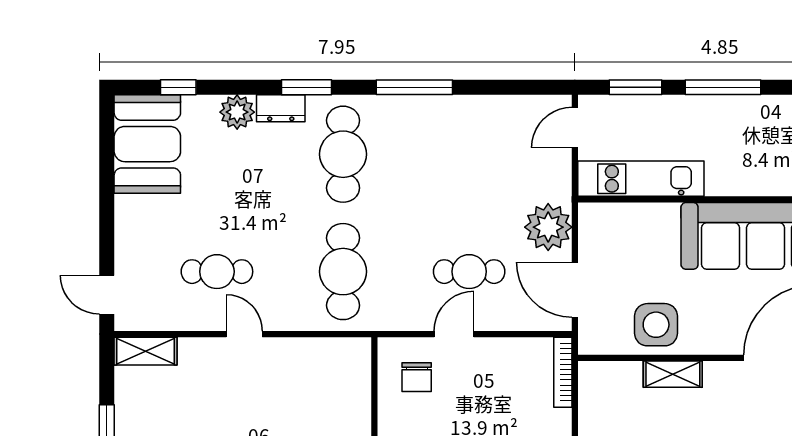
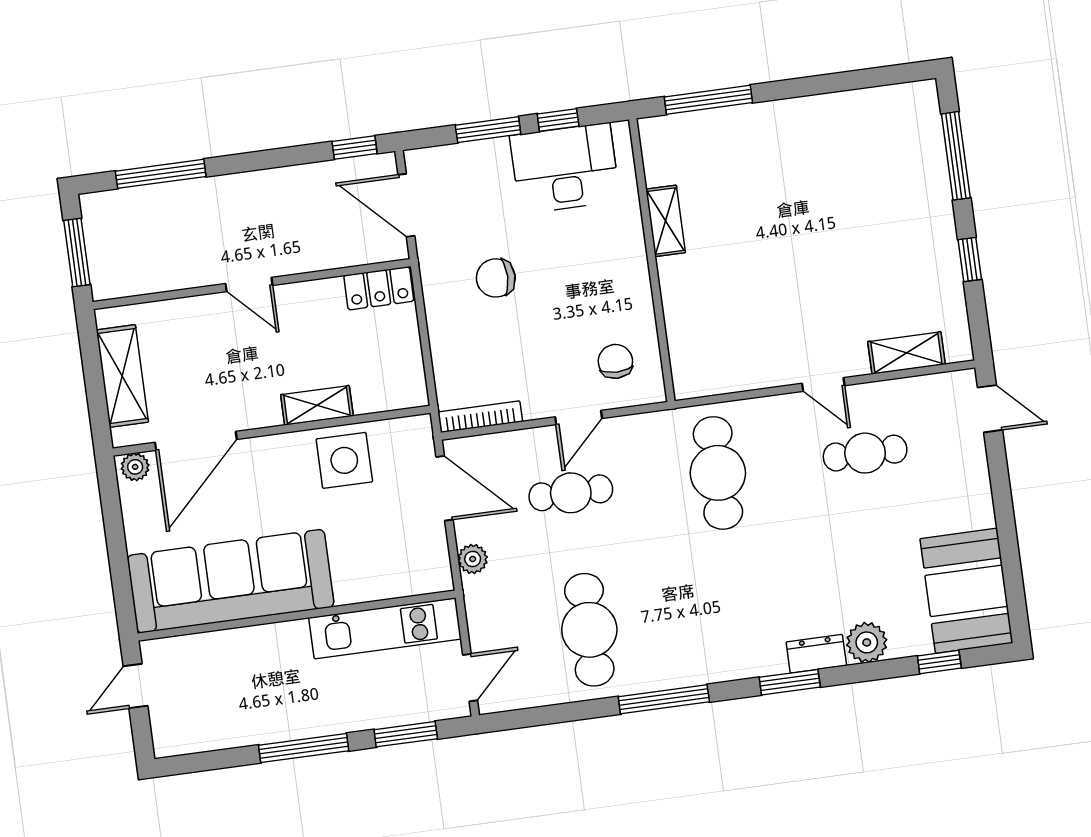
cafe table: (343, 154) -> (589, 630), moved
plant: (548, 227) -> (473, 559), width x0.53, depth x0.53
shelving: (146, 351) -> (906, 353), moved
bookcase: (563, 372) -> (480, 417), moved, turned -90

